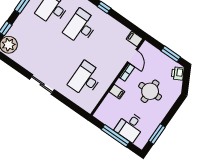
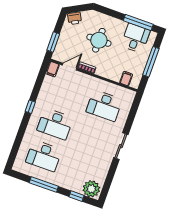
window: (171, 54) -> (53, 42), moved
filing cabinet: (117, 92) -> (126, 79), moved
desk: (130, 127) -> (135, 38), moved, turned -90
window: (157, 134) -> (138, 22), width x1.44

